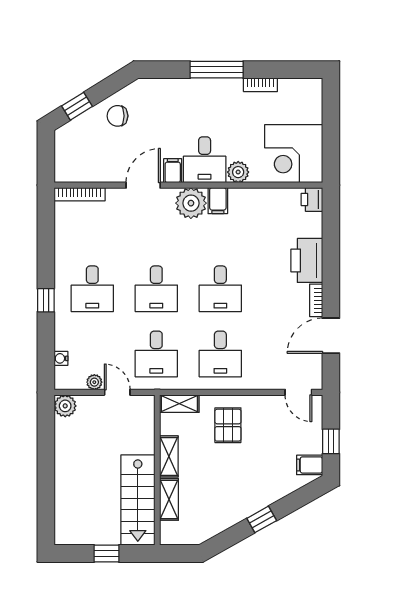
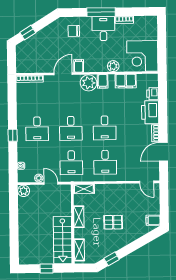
chair: (118, 116) -> (74, 31), moved
desk: (205, 160) -> (103, 29), moved, turned 180
printer: (312, 199) -> (152, 94), moved
filing cabinet: (261, 201) -> (126, 81), added
pallet: (228, 425) -> (113, 222), moved, turned 90
window: (331, 441) -> (164, 208), removed
shelving: (169, 499) -> (79, 250), moved
window: (262, 519) -> (112, 259), moved

